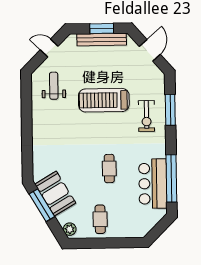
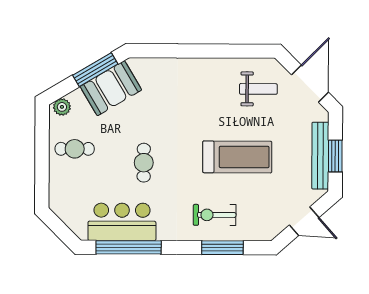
door: (49, 48) -> (310, 84), width x1.88
treadmill: (104, 100) -> (237, 157), turned 90
cafe table: (109, 169) -> (144, 163), turned 90

